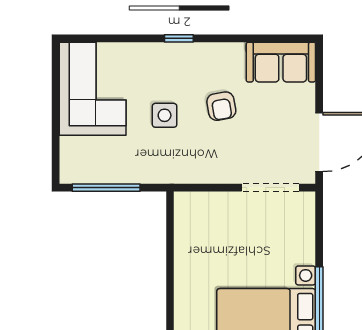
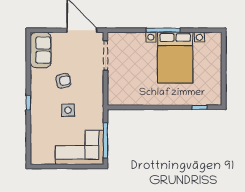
corner sofa: (93, 89) -> (79, 147), moved

